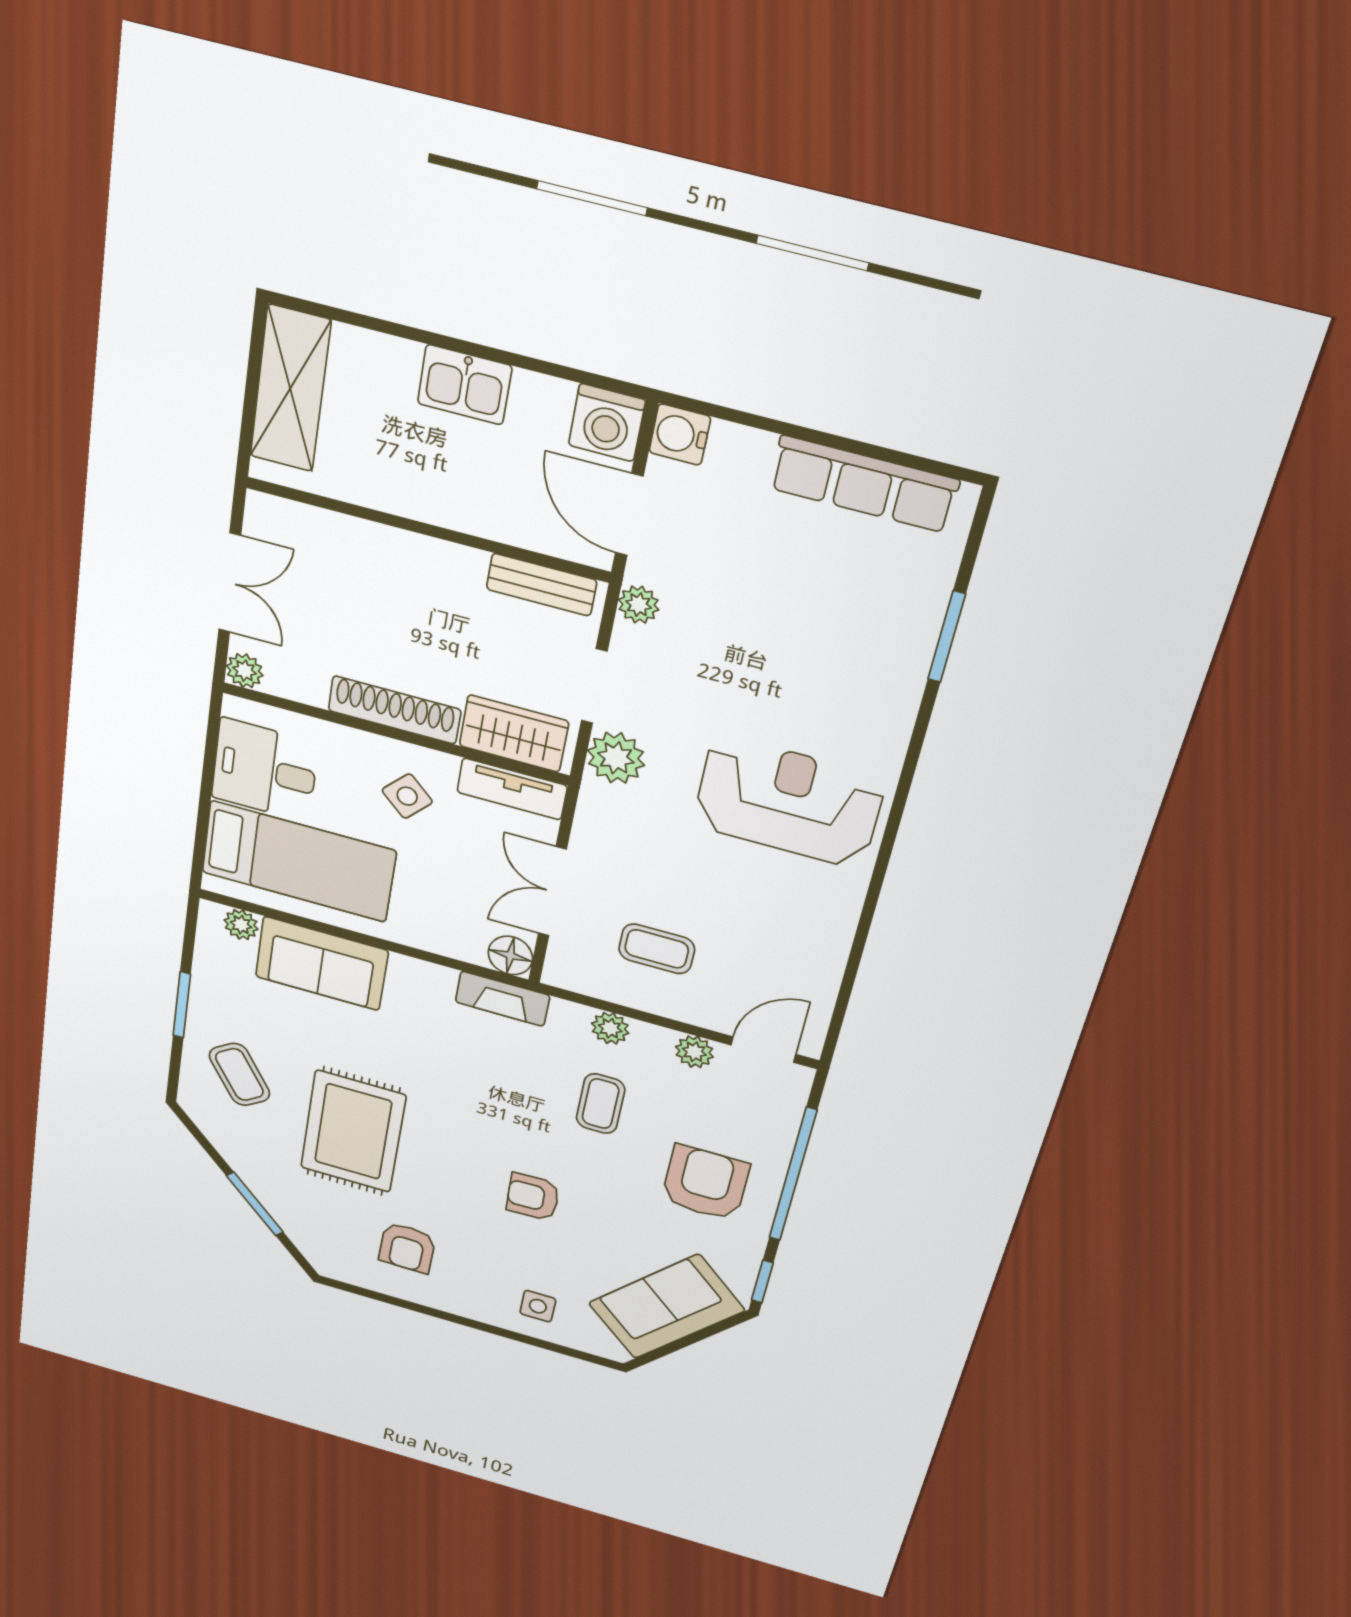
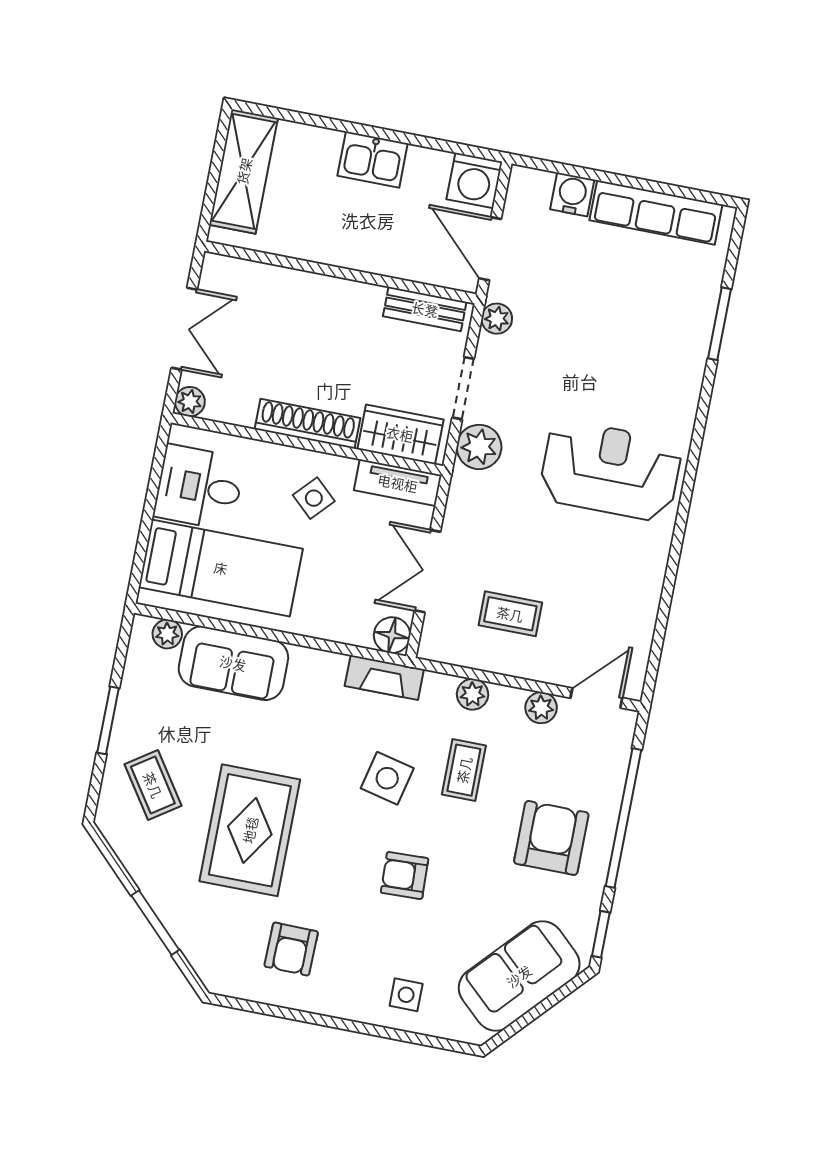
water cooler: (680, 435) -> (572, 194), moved, turned 90
side table: (510, 1101) -> (387, 778), added

